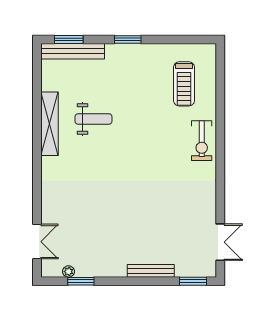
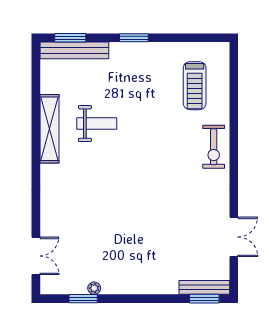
double door: (220, 242) -> (234, 237), moved
bench: (151, 271) -> (204, 287), moved
plant: (69, 272) -> (94, 288), moved

